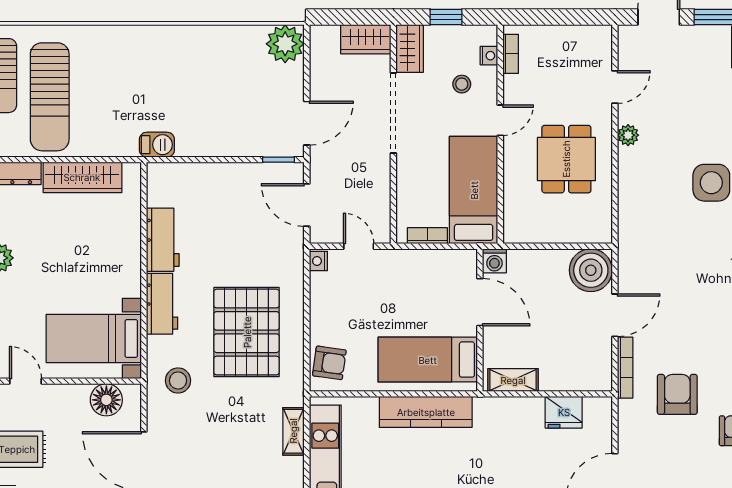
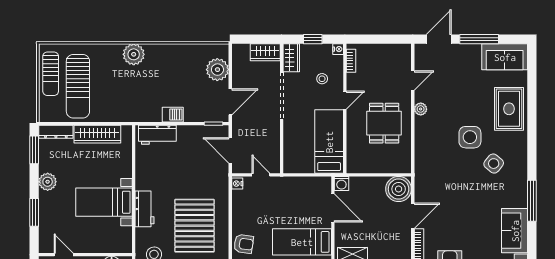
plant: (144, 43) -> (134, 54), added
plant: (285, 44) -> (217, 70), moved
nightstand: (489, 56) -> (338, 49), moved
barbecue: (157, 145) -> (173, 115), moved
bookcase: (427, 236) -> (302, 169), removed
workbench: (163, 240) -> (157, 135), moved, turned 90
bed with nightstands: (94, 338) -> (104, 202), moved

